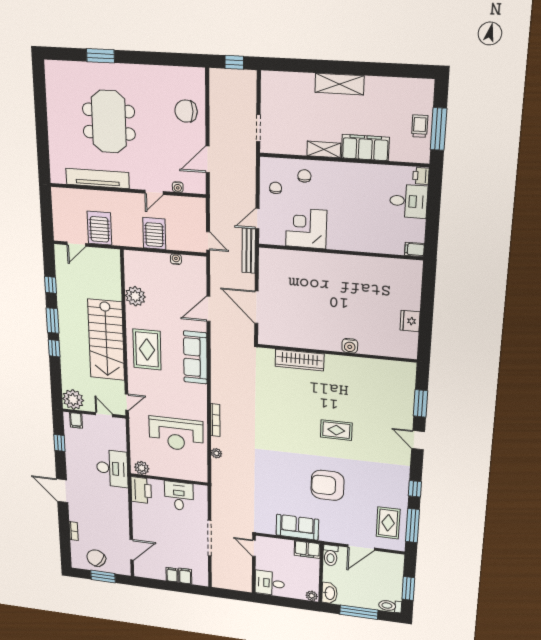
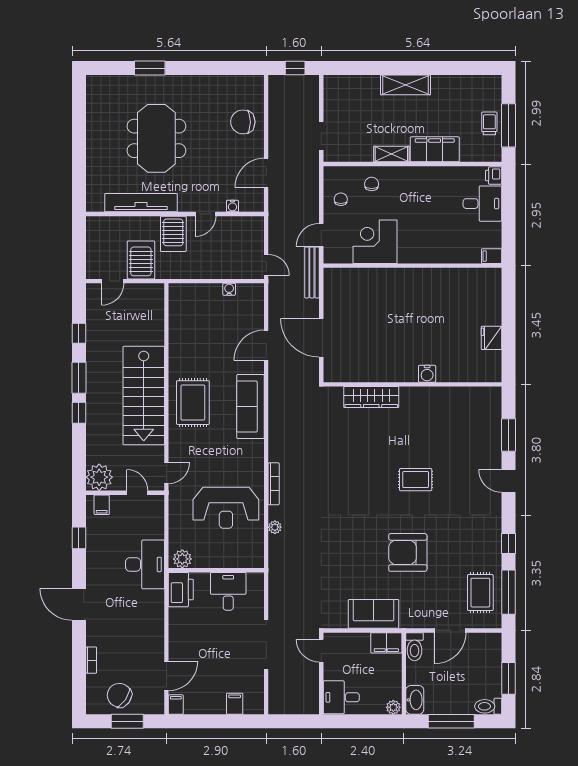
server rack: (154, 233) -> (173, 234), moved, turned 180
plant: (135, 296) -> (181, 338), removed
filing cabinet: (172, 575) -> (176, 705), moved

